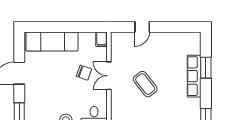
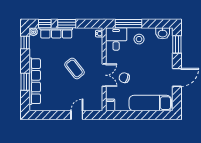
row of seats: (194, 76) -> (35, 81), width x1.36

